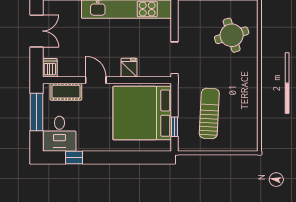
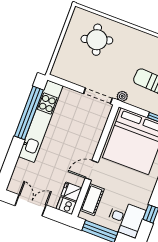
fridge: (129, 68) -> (71, 192), moved
plant: (183, 83) -> (122, 96), added

